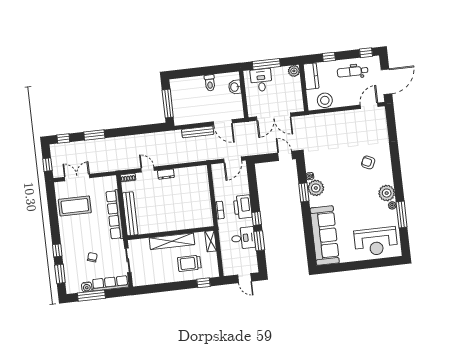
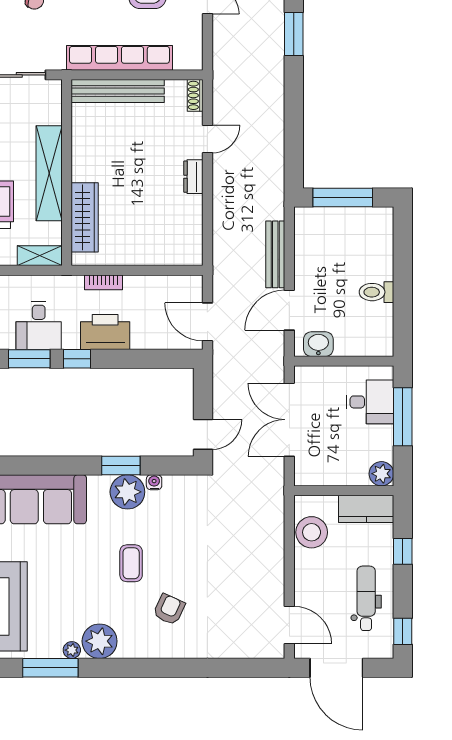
washbasin: (235, 87) -> (318, 344), moved
coffee table: (349, 183) -> (131, 563), added
wardrobe: (191, 222) -> (85, 217), added

